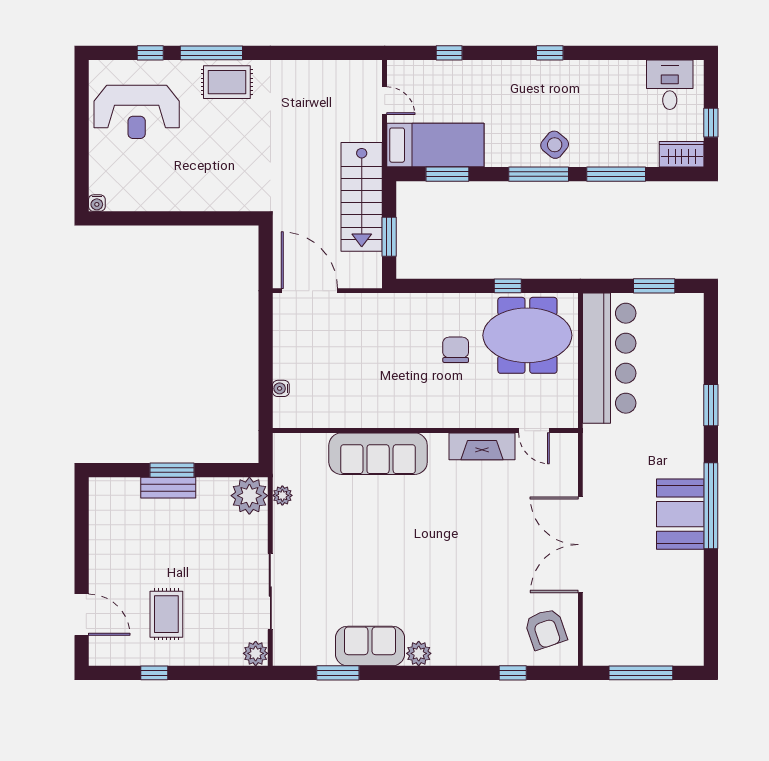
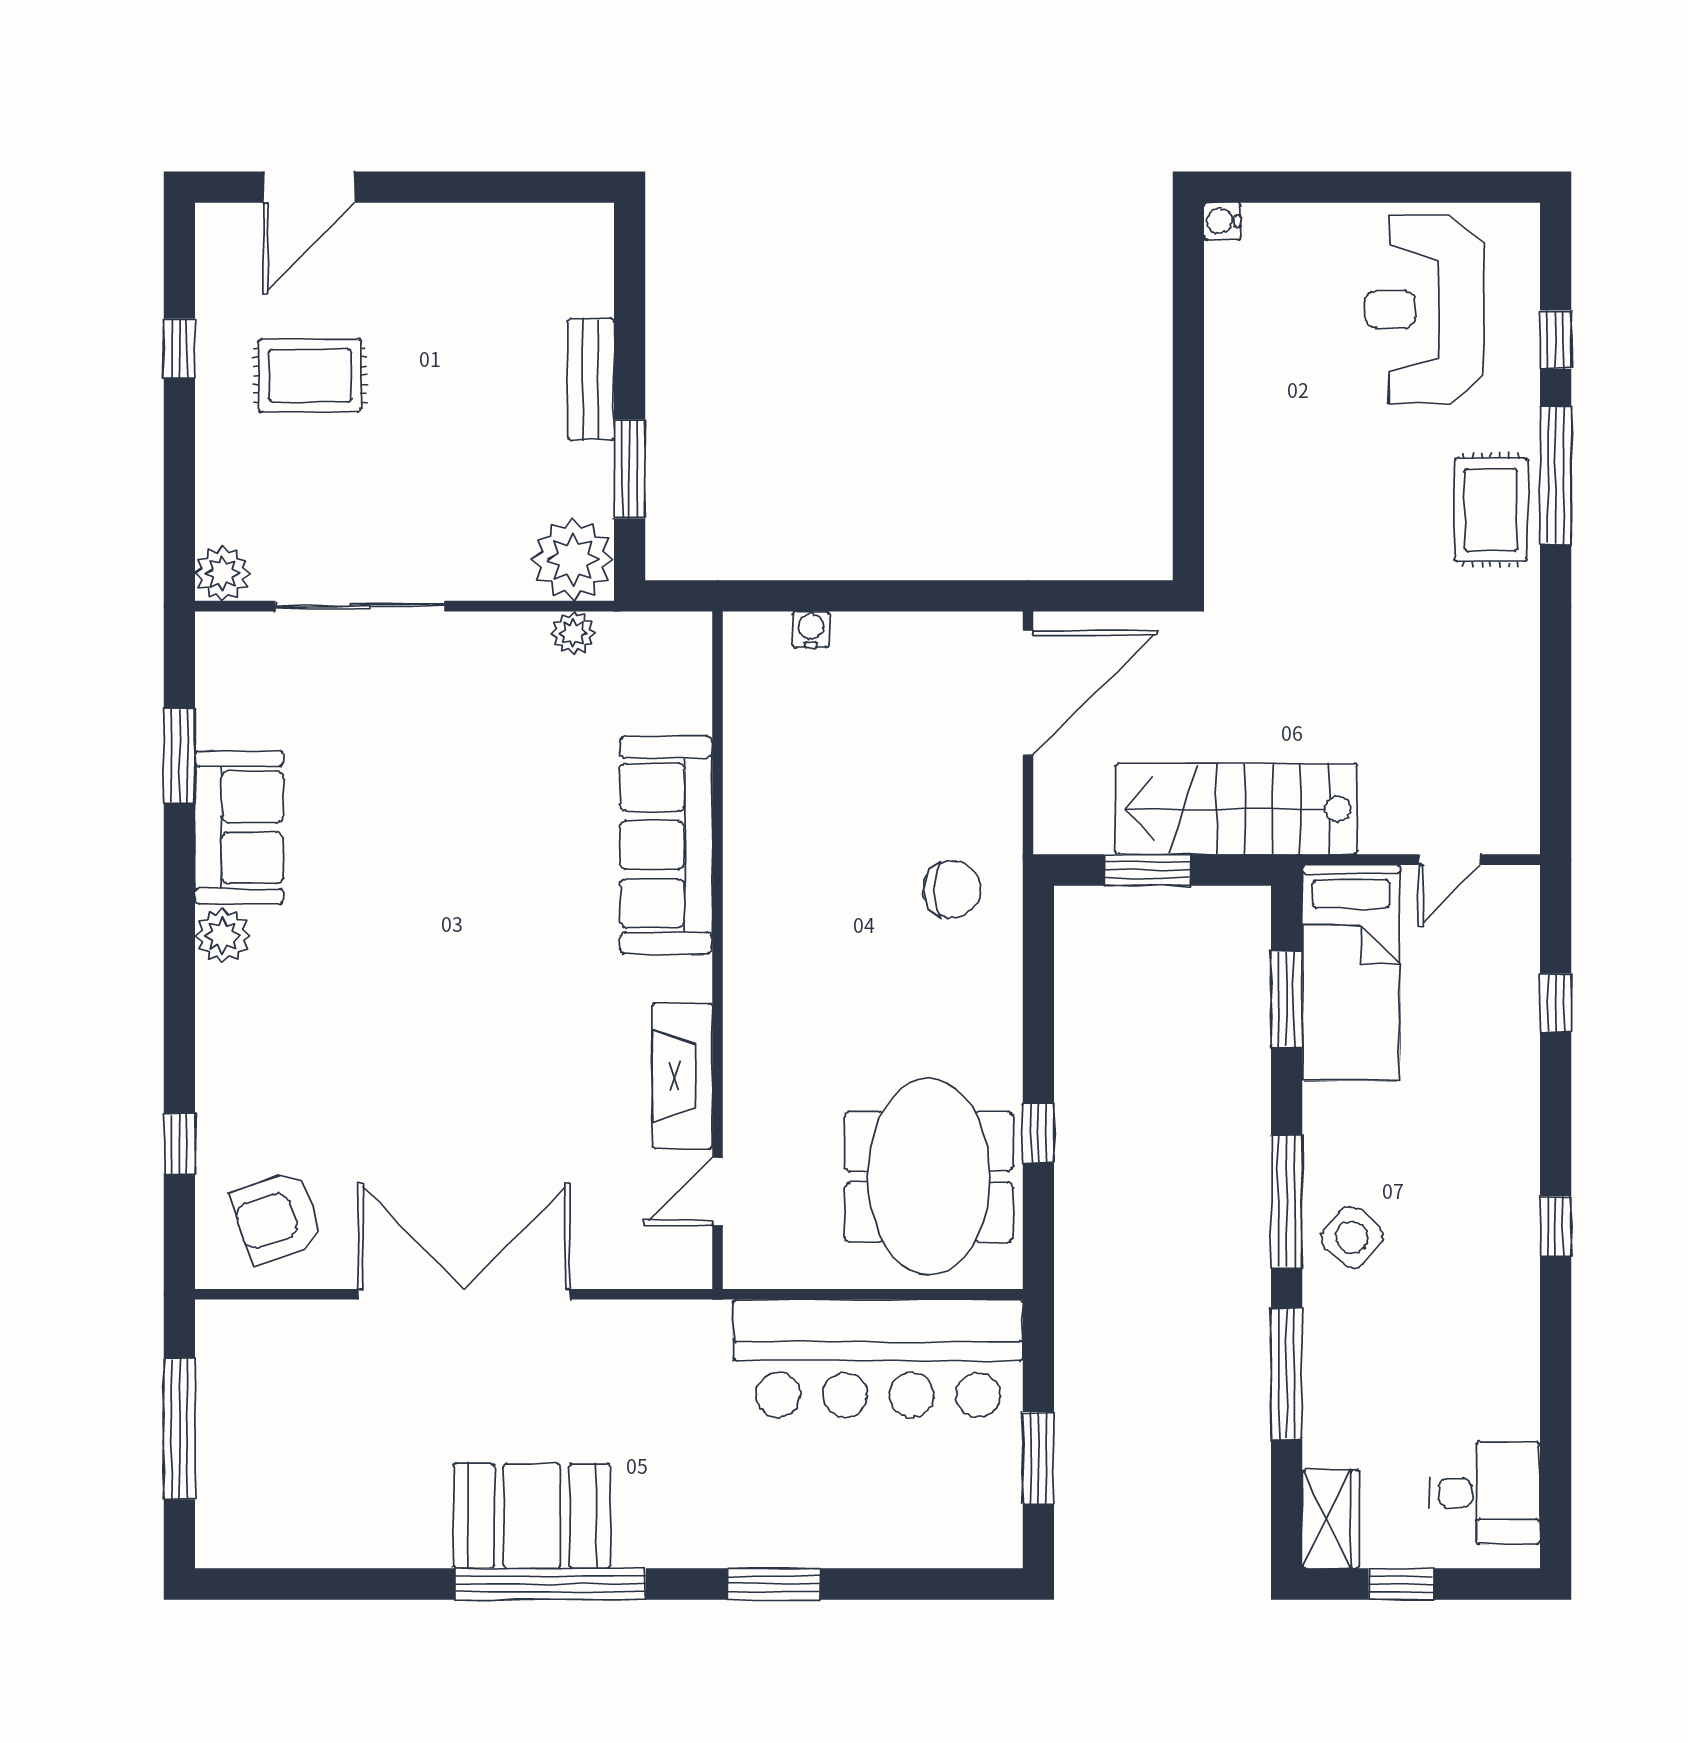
chair: (456, 350) -> (952, 889), moved
window: (172, 470) -> (630, 469), moved

